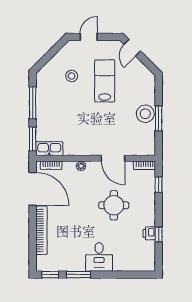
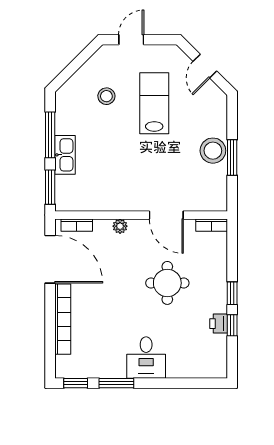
door: (132, 48) -> (205, 66), moved
kitchen sink: (49, 149) -> (65, 155), moved, turned 90
window: (159, 185) -> (232, 293), moved

